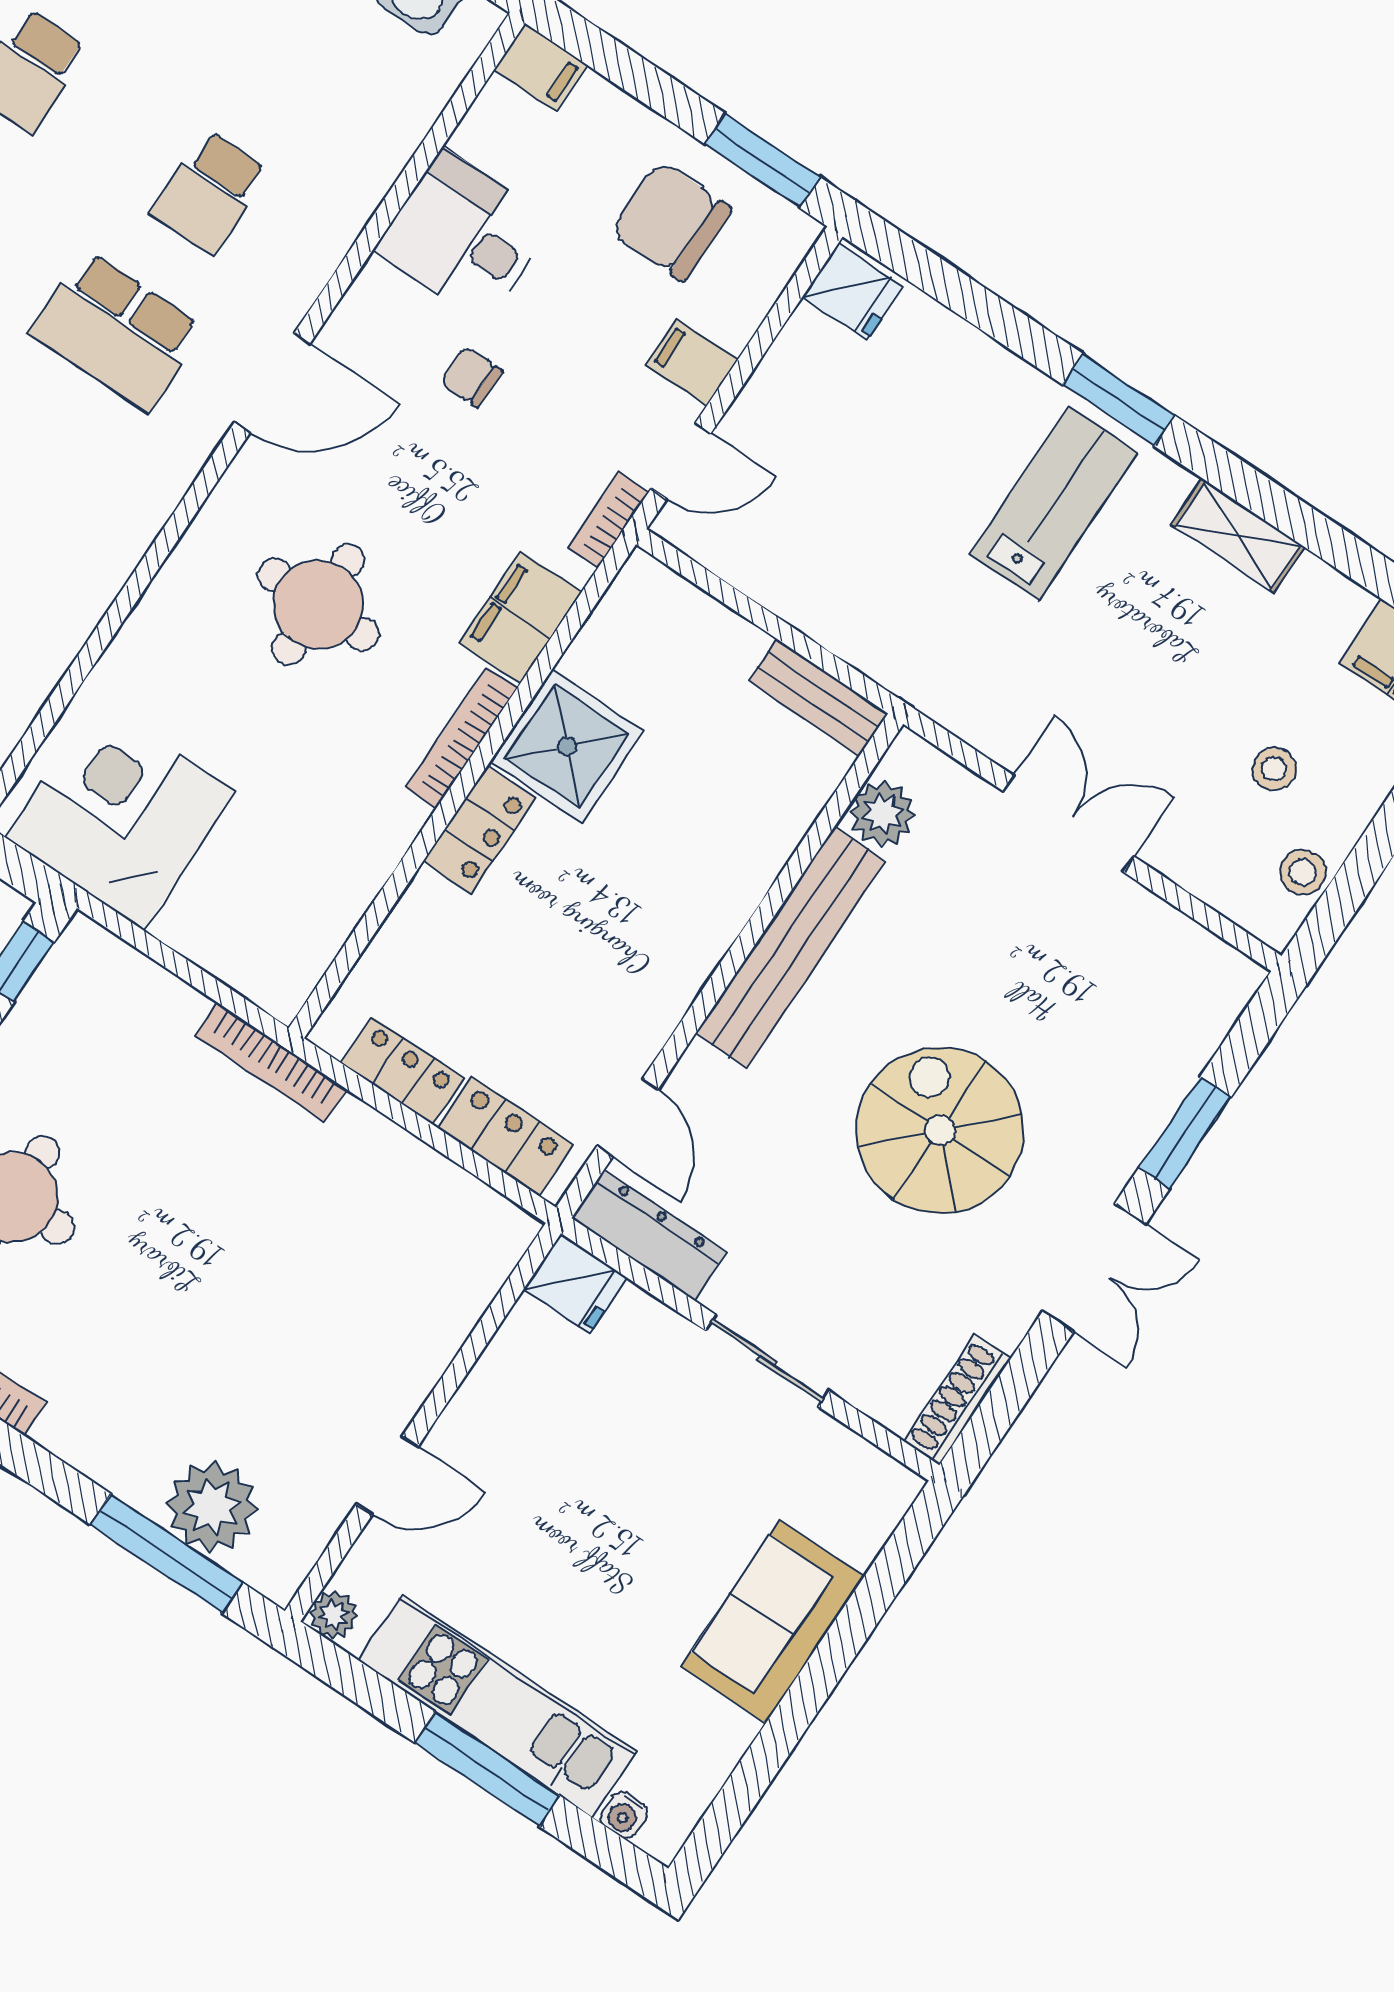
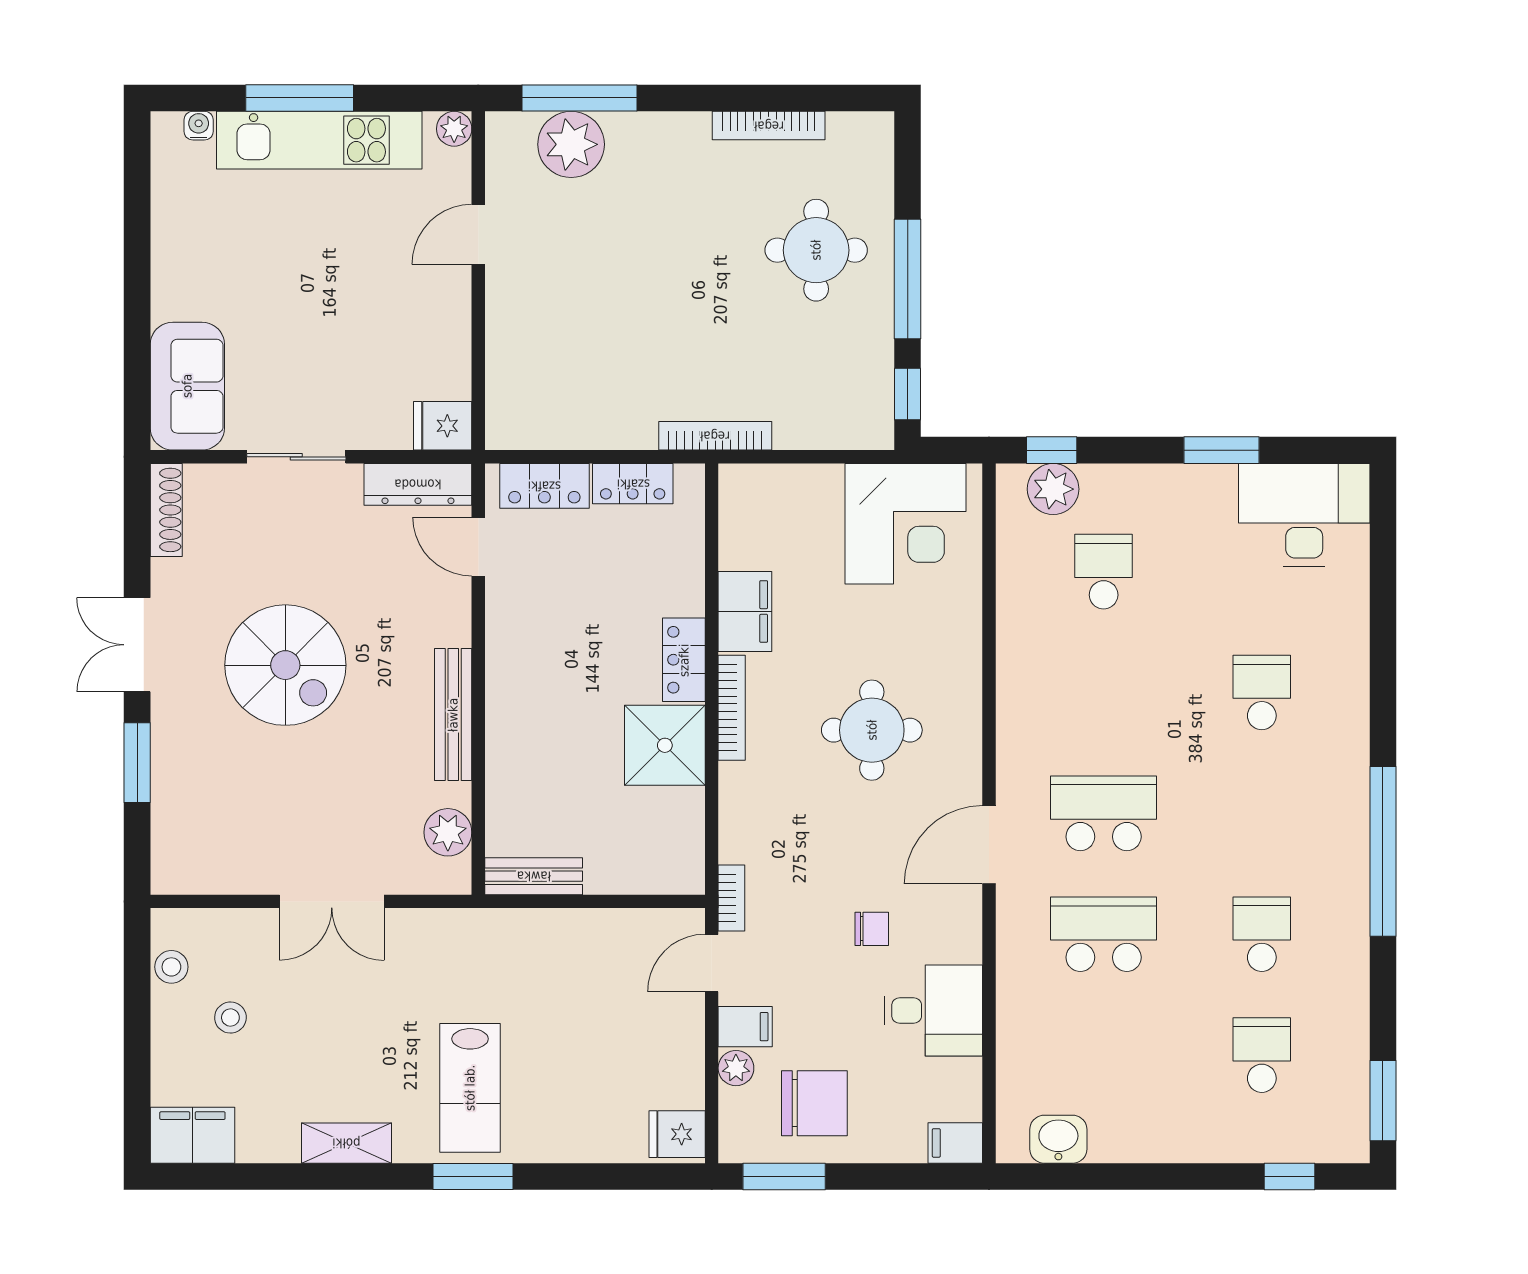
school desk: (210, 192) -> (1104, 934), width x1.85
plant: (734, 322) -> (736, 1068), added
filing cabinet: (520, 617) -> (745, 611), moved
bench: (790, 947) -> (453, 715), width x0.73, depth x0.82
sofa: (773, 1622) -> (187, 386), moved

